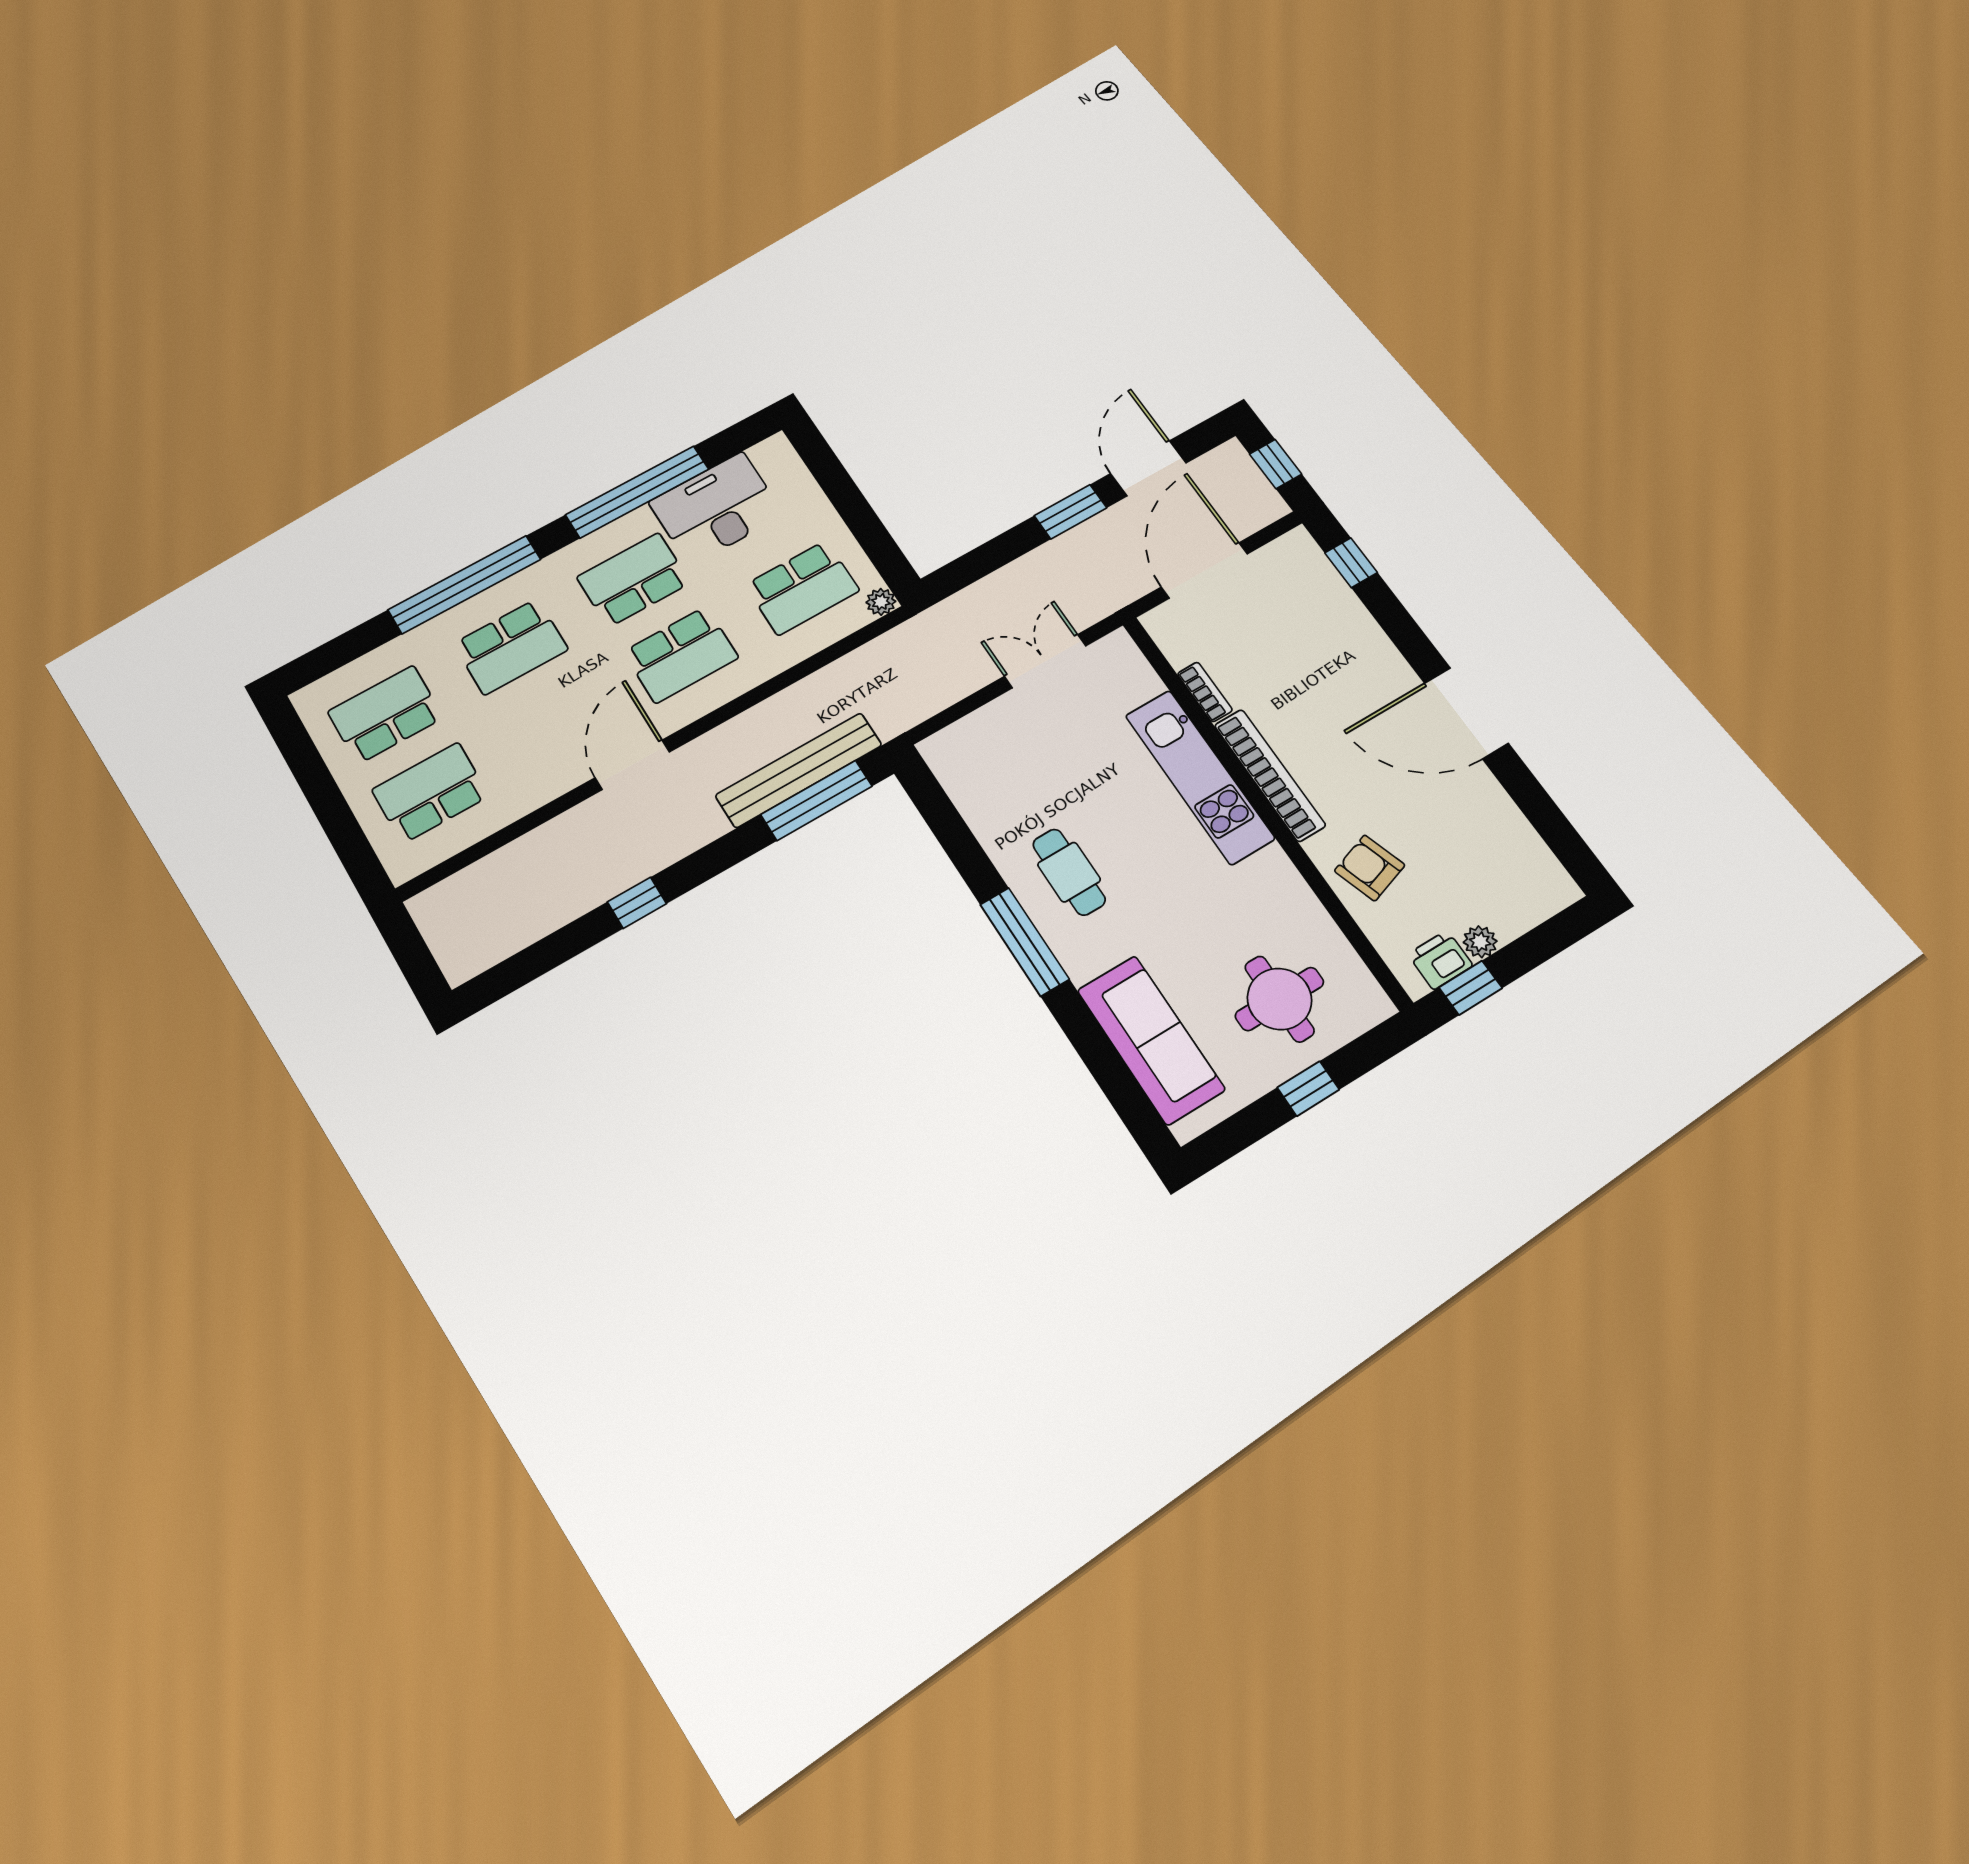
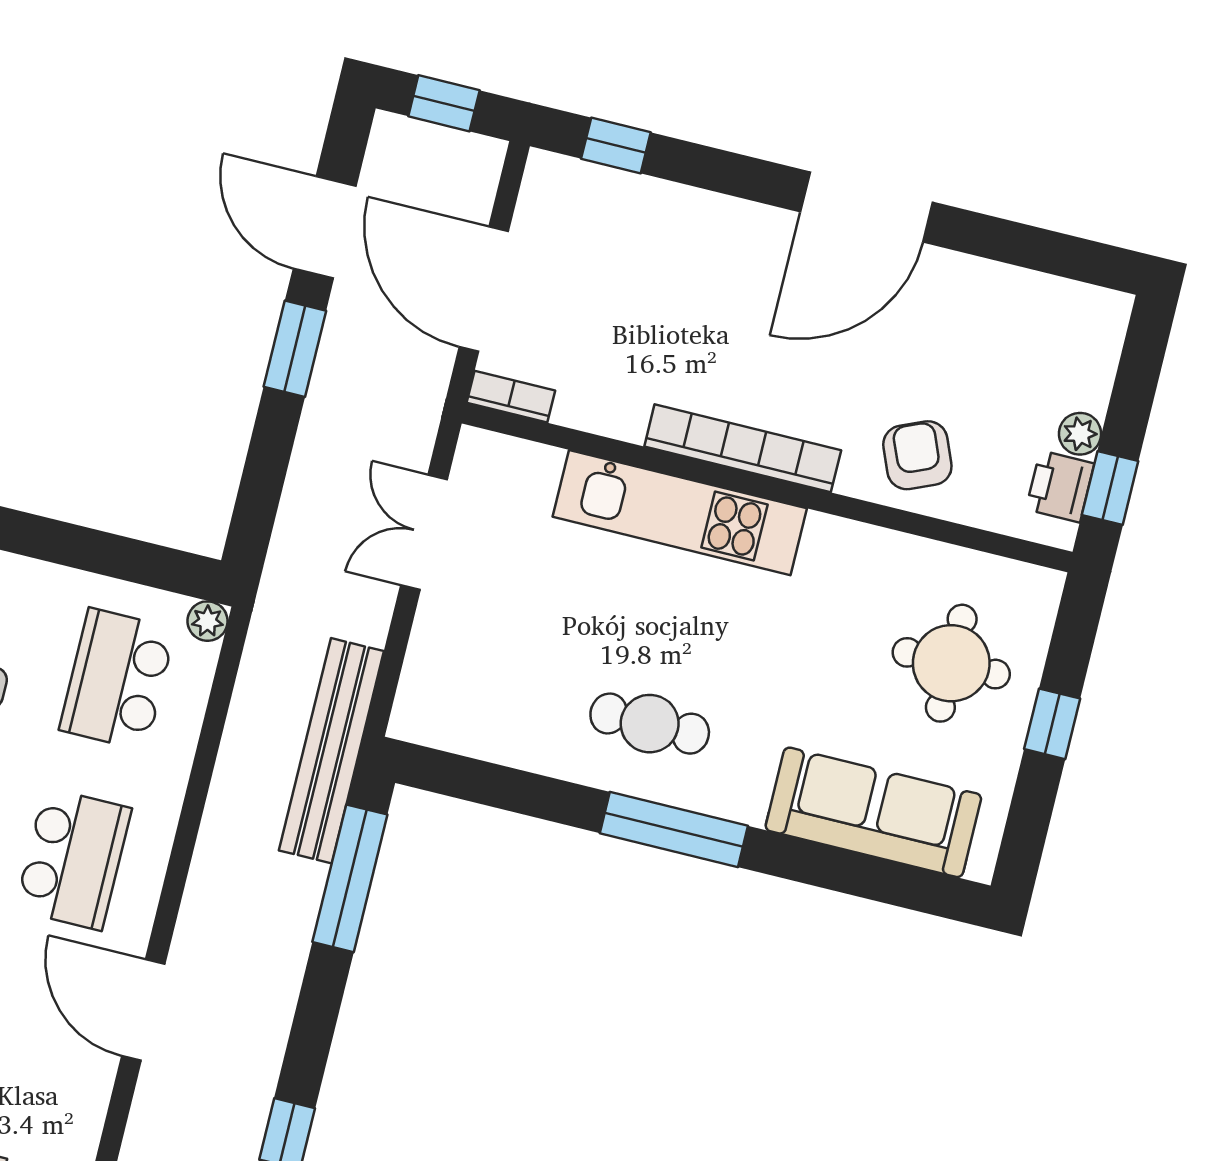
school desk: (802, 588) -> (117, 679), turned 180
bookcase: (1205, 692) -> (511, 397), moved
bench: (799, 770) -> (331, 751), moved
armchair: (1370, 868) -> (917, 455), turned 85

